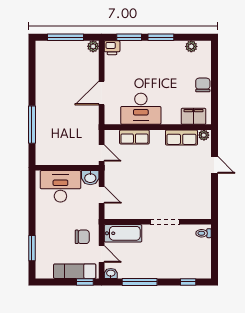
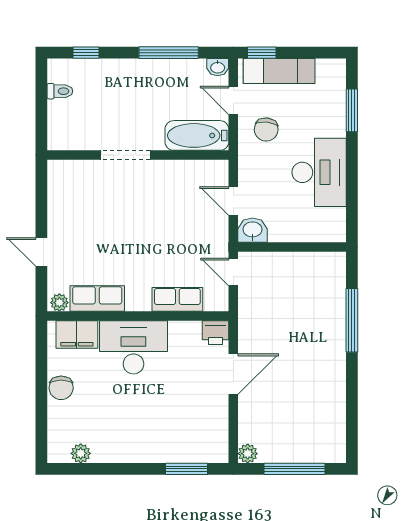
window: (161, 37) -> (132, 469), removed
printer: (112, 48) -> (216, 333), moved, turned 180
desk: (141, 109) -> (133, 347), moved
desk: (60, 186) -> (319, 172), moved, turned -90
toilet: (204, 233) -> (60, 91), moved
chair: (82, 237) -> (266, 130), turned -84

